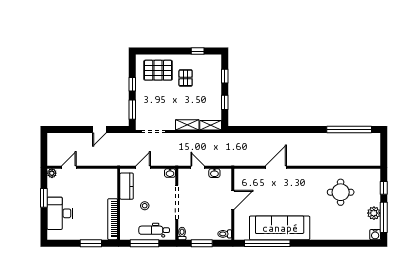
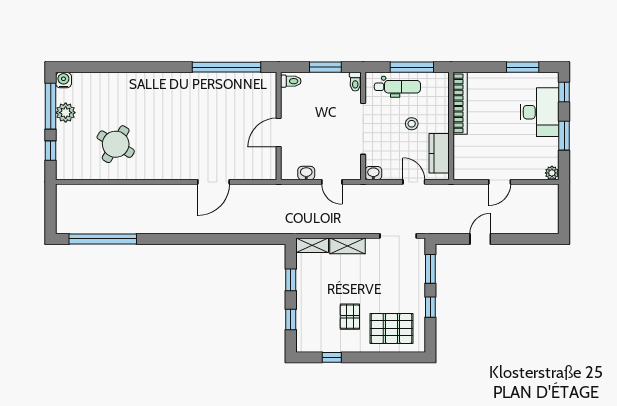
door: (69, 167) -> (500, 182), moved
door: (143, 167) -> (414, 182), swing flipped
round table: (341, 192) -> (116, 144), turned 31
window: (44, 227) -> (564, 92), added
sofa: (280, 228) -> (208, 90), removed
window: (91, 243) -> (523, 67), moved

